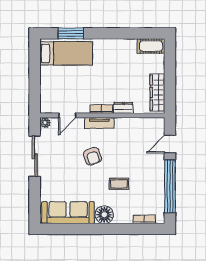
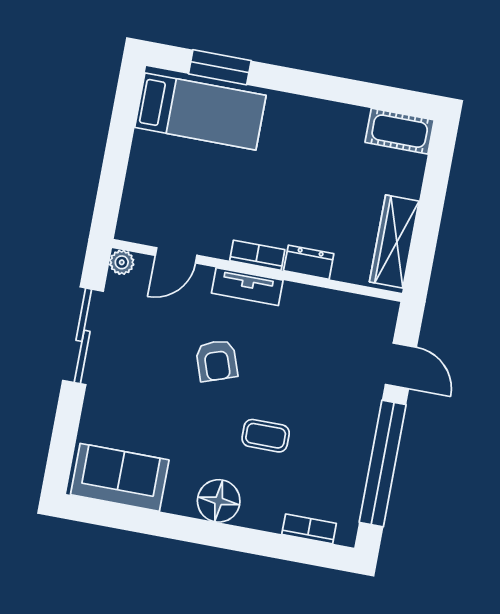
door: (170, 144) -> (401, 366), swing flipped
sofa: (68, 213) -> (120, 477), width x0.73

